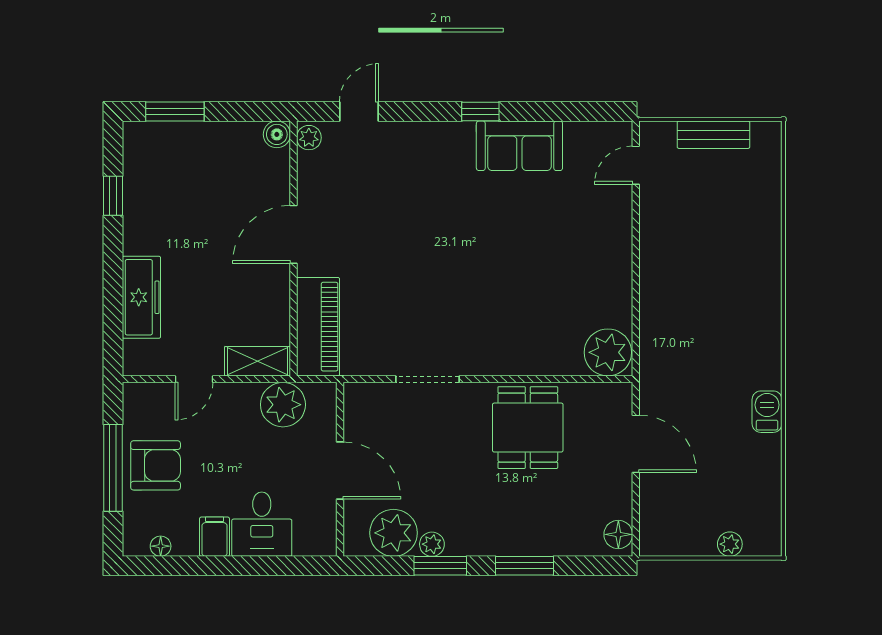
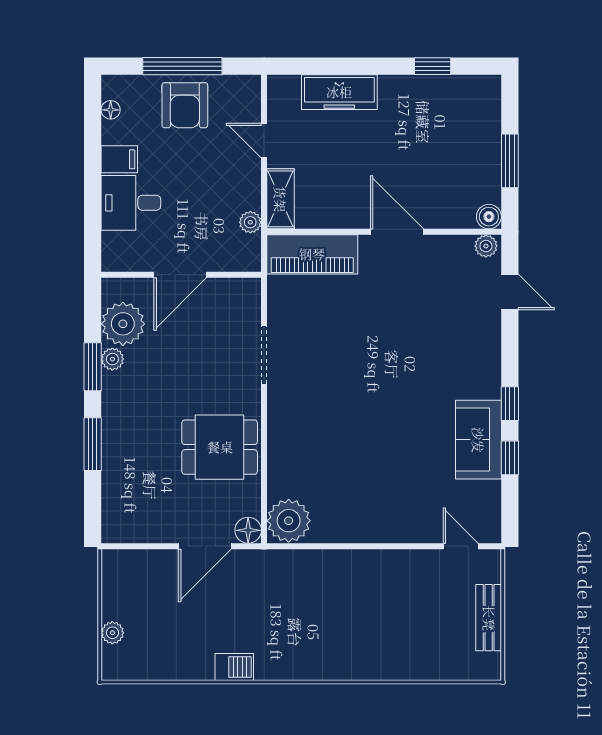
window: (175, 112) -> (510, 161), moved
window: (539, 112) -> (510, 458), added
plant: (283, 405) -> (250, 222), width x0.53, depth x0.53
floor lamp: (618, 534) -> (248, 530), moved

